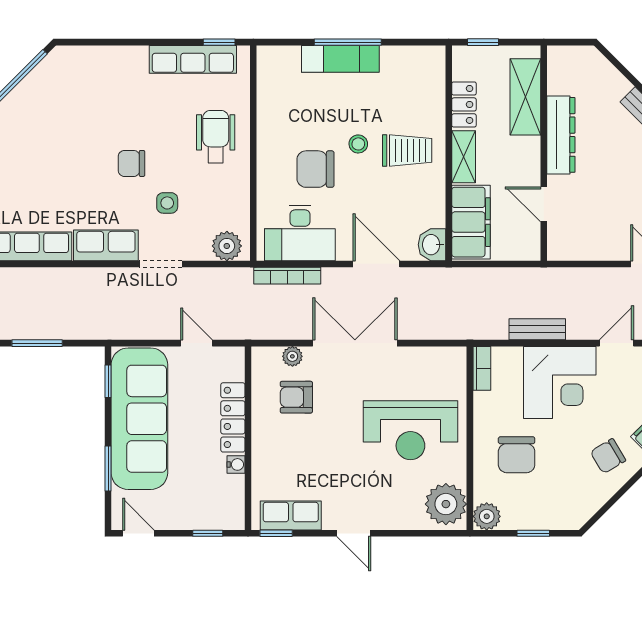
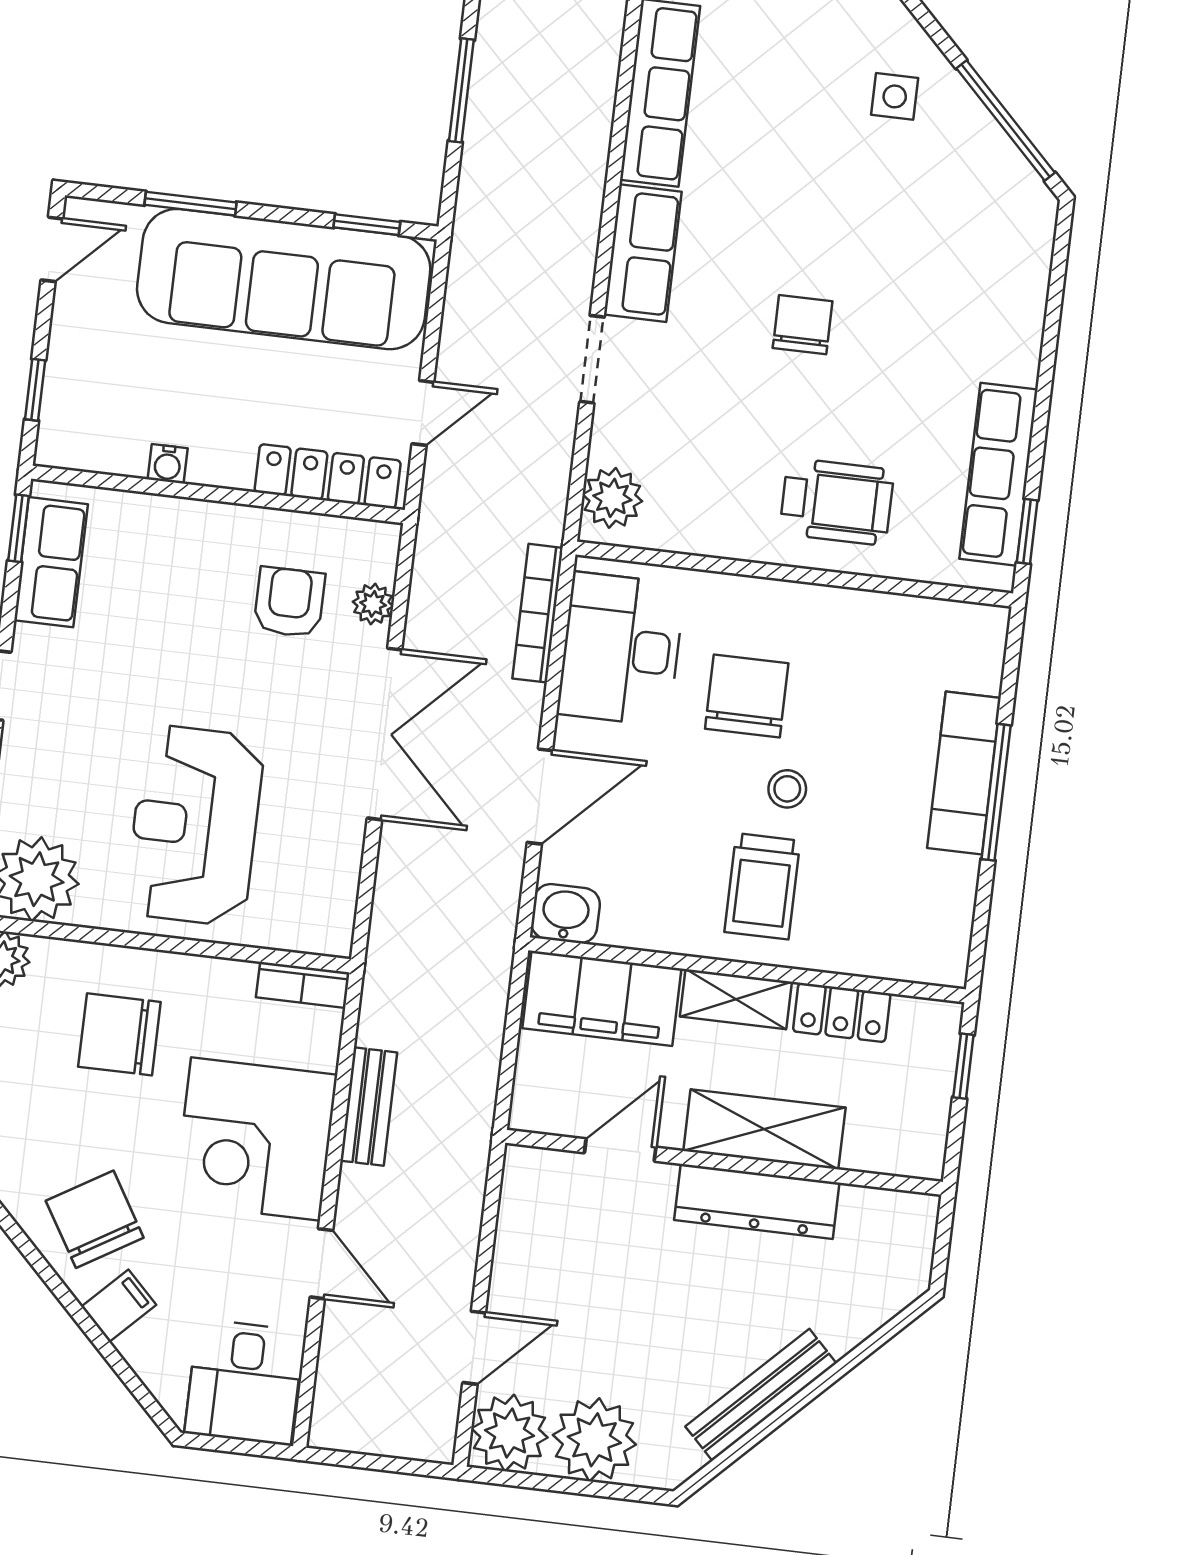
shelving: (525, 97) -> (764, 1129), moved
side table: (167, 203) -> (895, 96), moved
locker: (233, 417) -> (328, 476), moved
chair: (608, 456) -> (95, 1219), width x1.37, depth x1.37

